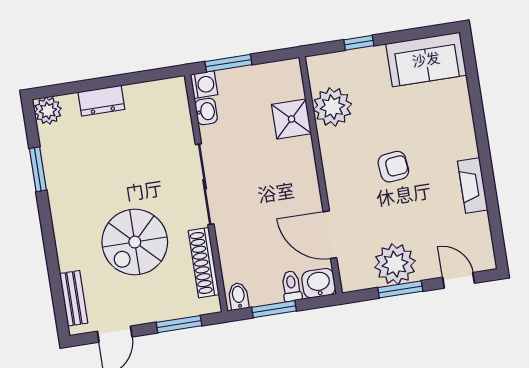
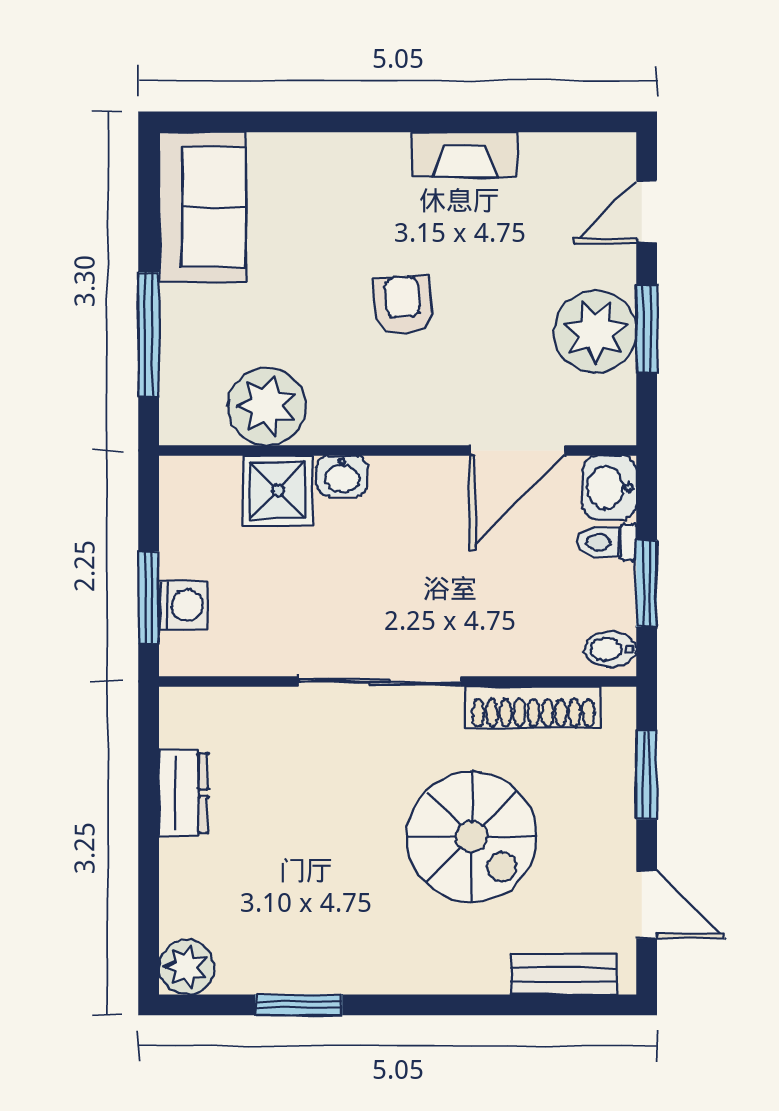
window: (359, 43) -> (149, 335), width x2.17
washing machine: (204, 85) -> (183, 605), moved, turned 90
dresser: (101, 101) -> (183, 793), moved
washbasin: (206, 111) -> (342, 476), moved, turned 180

